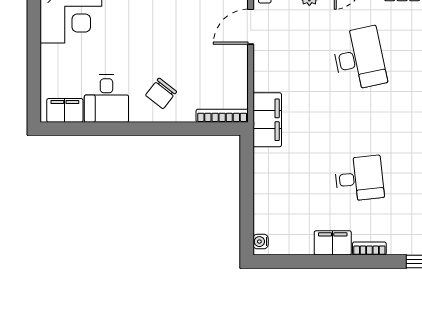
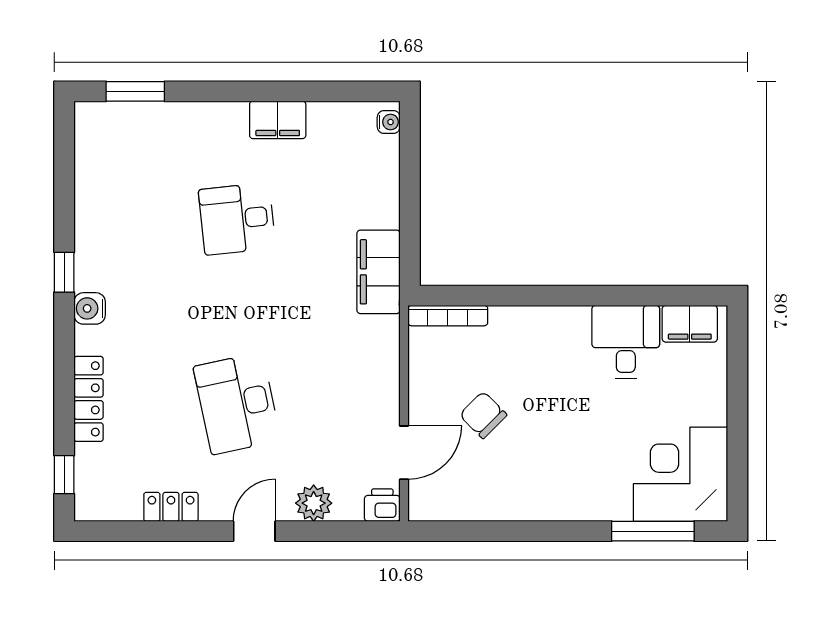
chair: (161, 93) -> (483, 415), moved, turned -83
filing cabinet: (267, 120) -> (379, 272), moved
bookcase: (369, 248) -> (221, 111), removed

